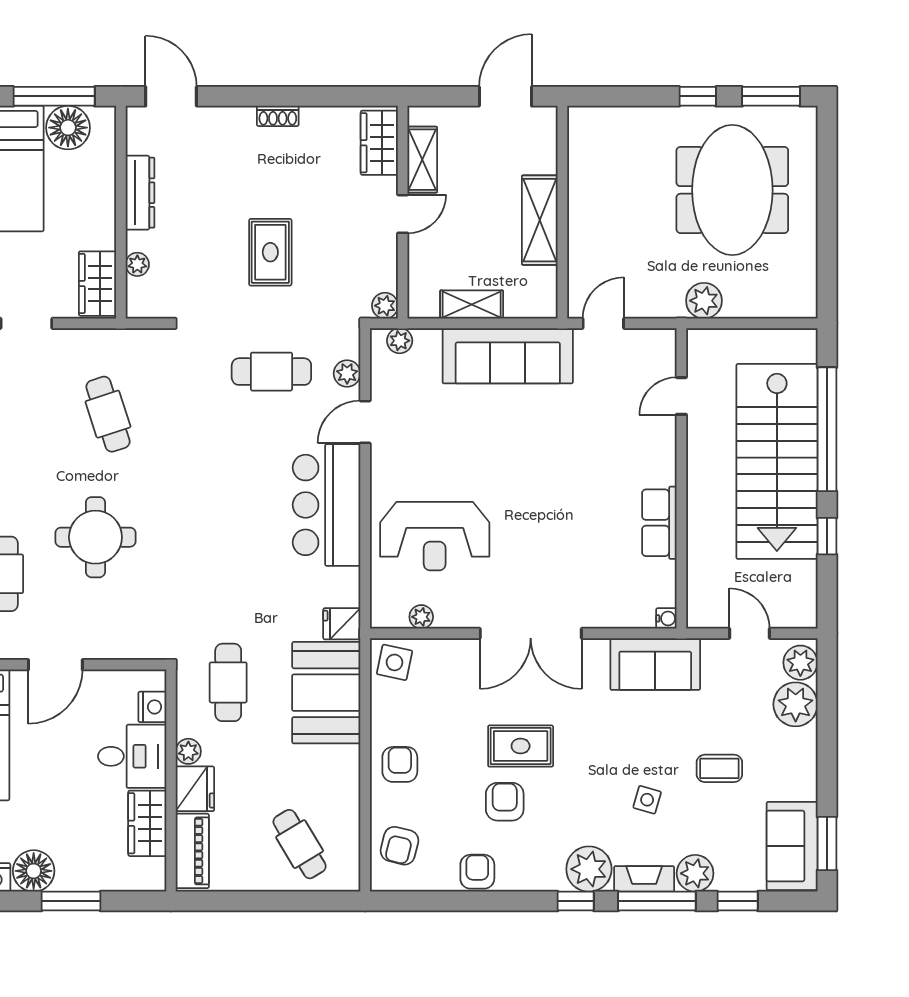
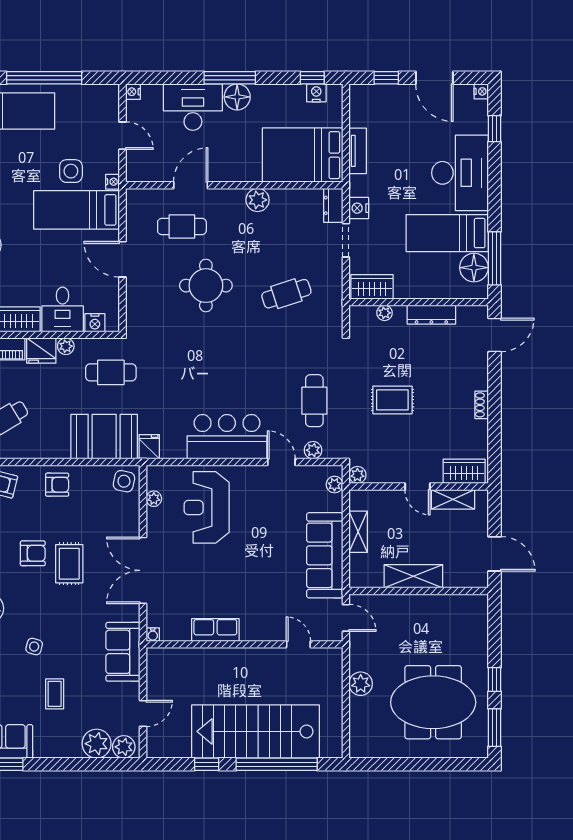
door: (681, 396) -> (298, 644), moved
wall: (681, 478) -> (244, 644), moved
row of seats: (659, 523) -> (215, 630), moved
water cooler: (666, 618) -> (153, 635), moved

